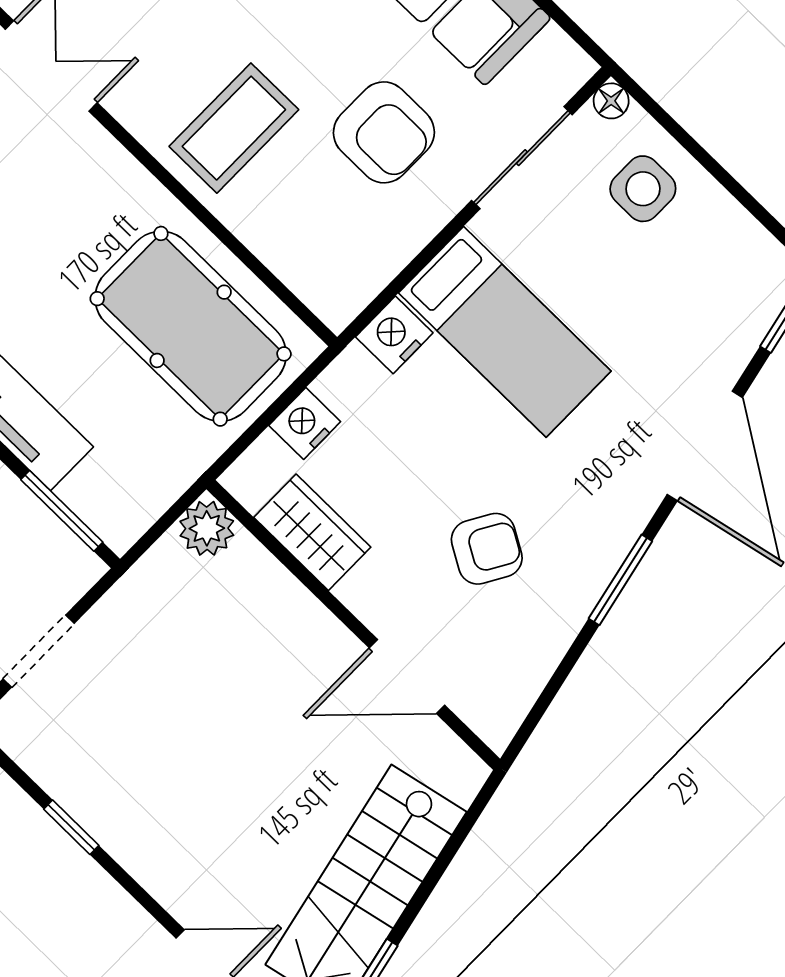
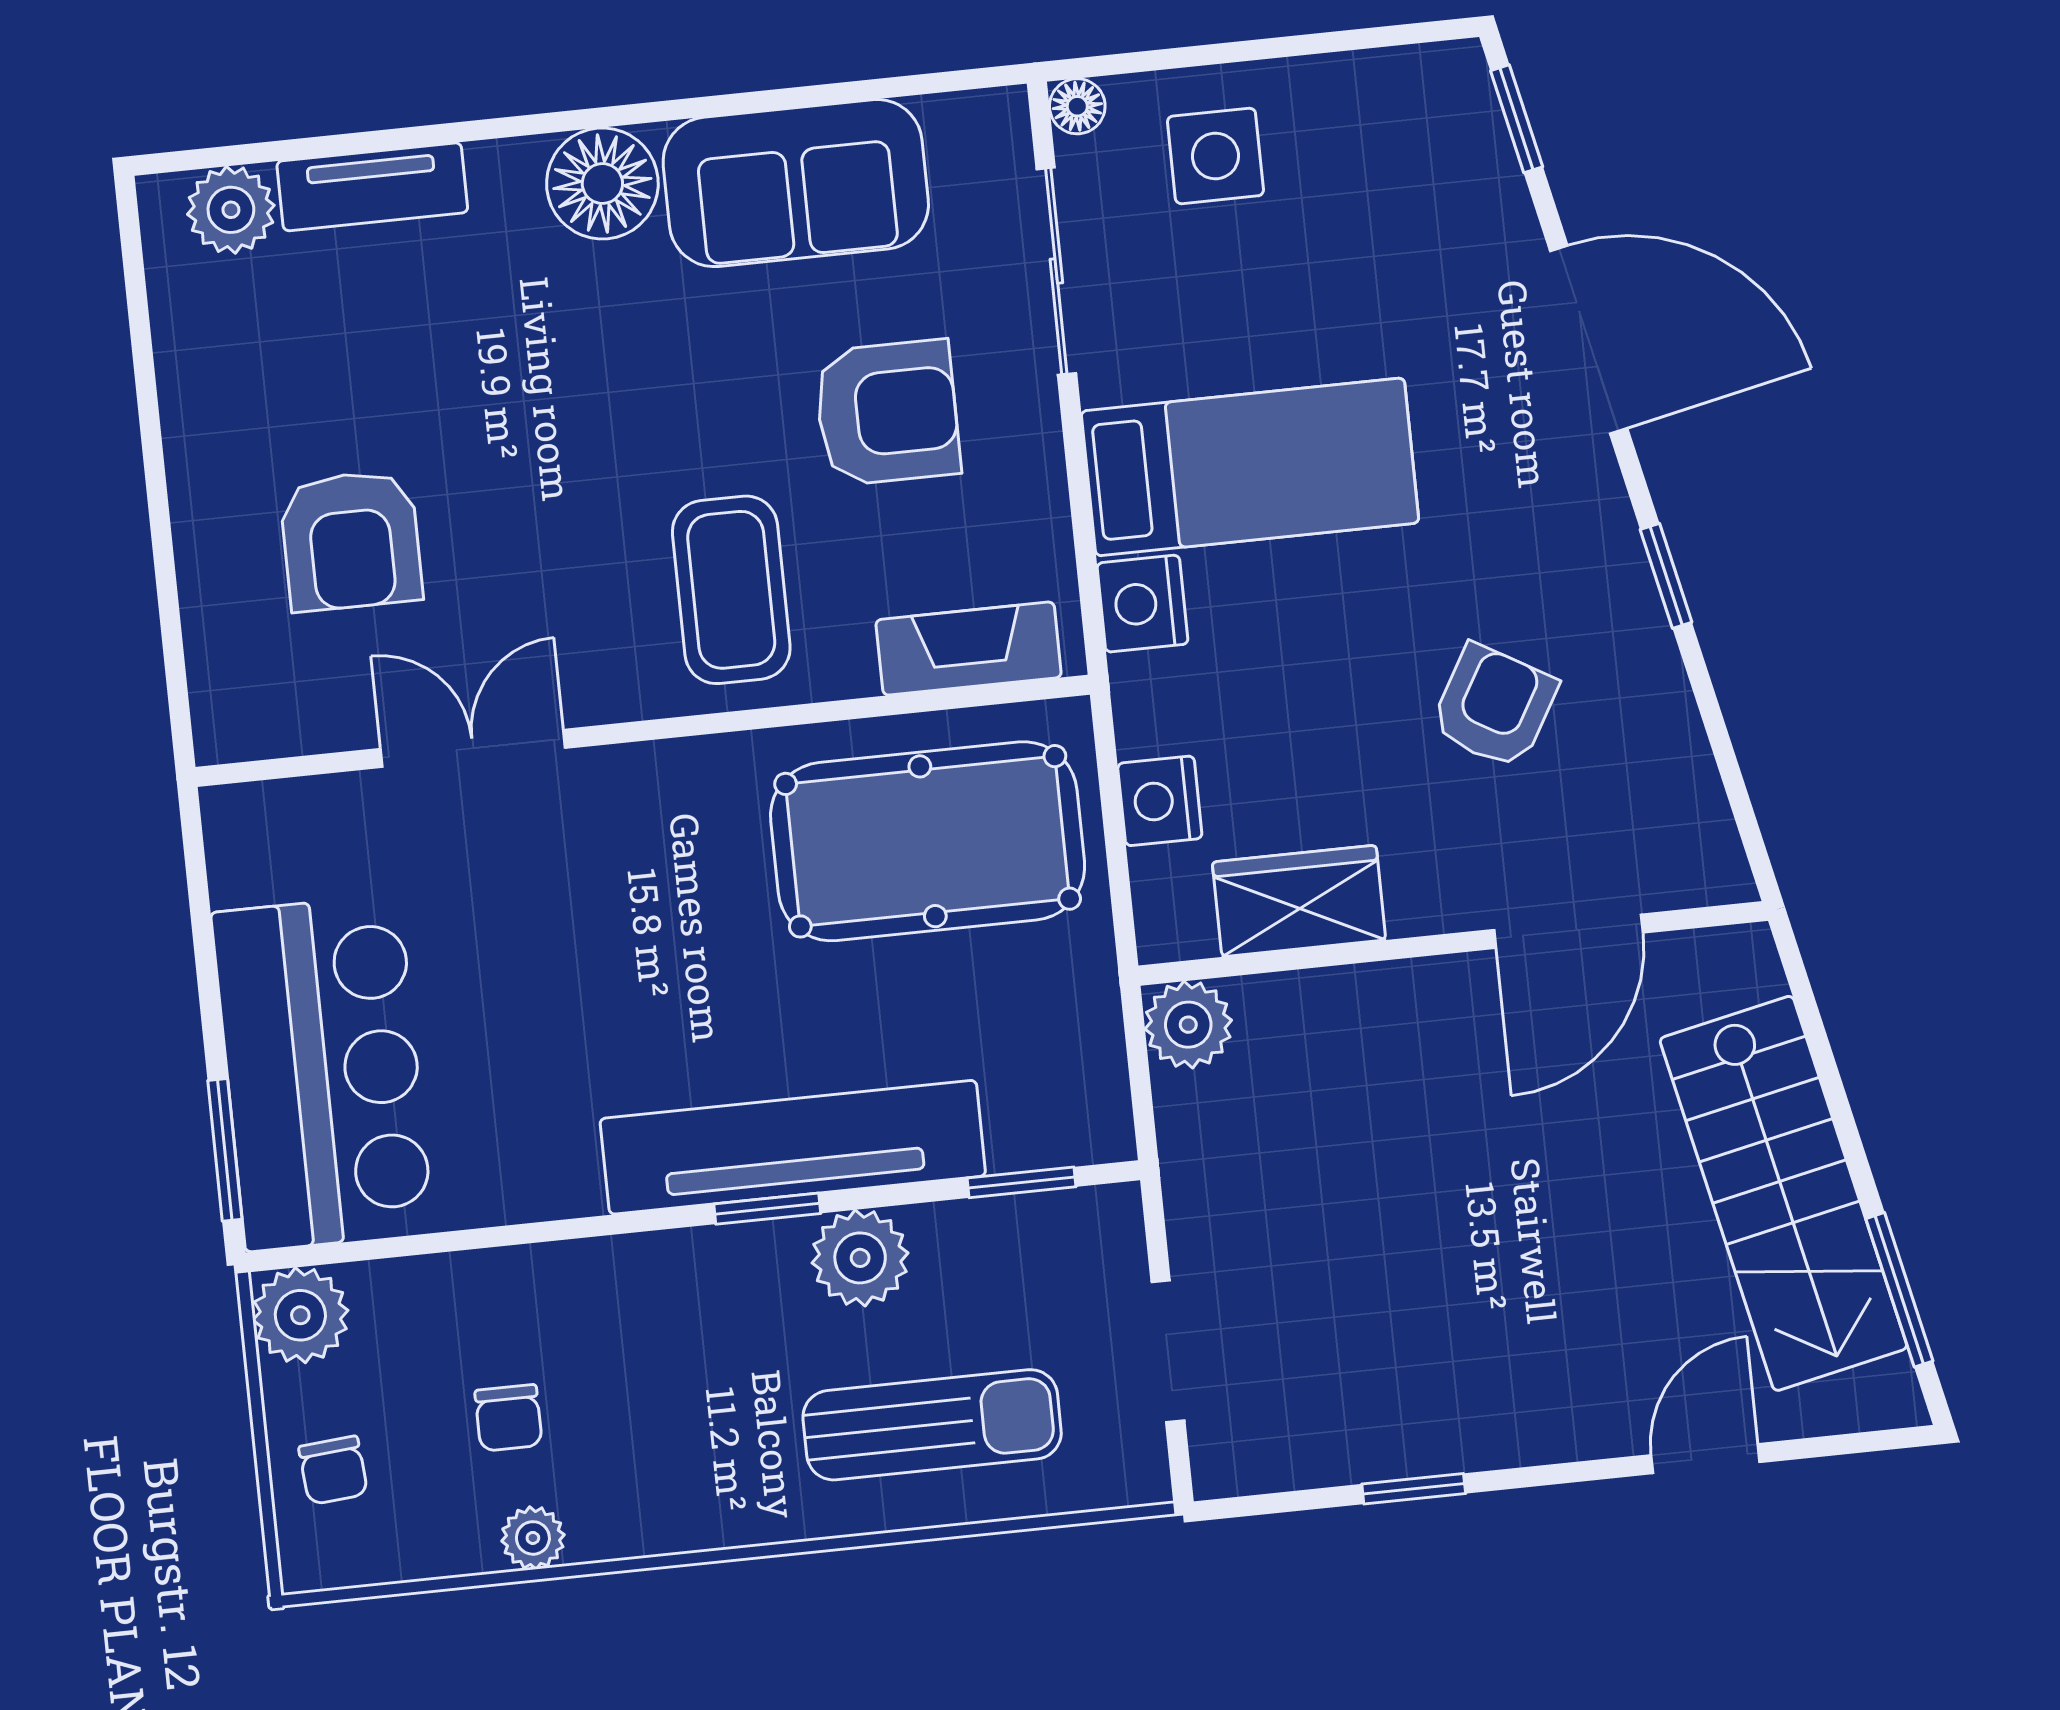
fireplace: (302, 268) -> (969, 649), added
window: (62, 511) -> (1021, 1182), width x0.67
window: (620, 580) -> (1666, 576), width x0.67

